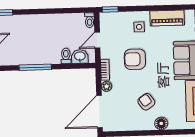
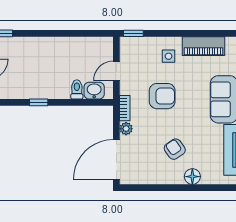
toilet: (90, 20) -> (107, 46), removed
armchair: (135, 59) -> (162, 96), turned 180
window: (35, 67) -> (39, 102), width x0.46

